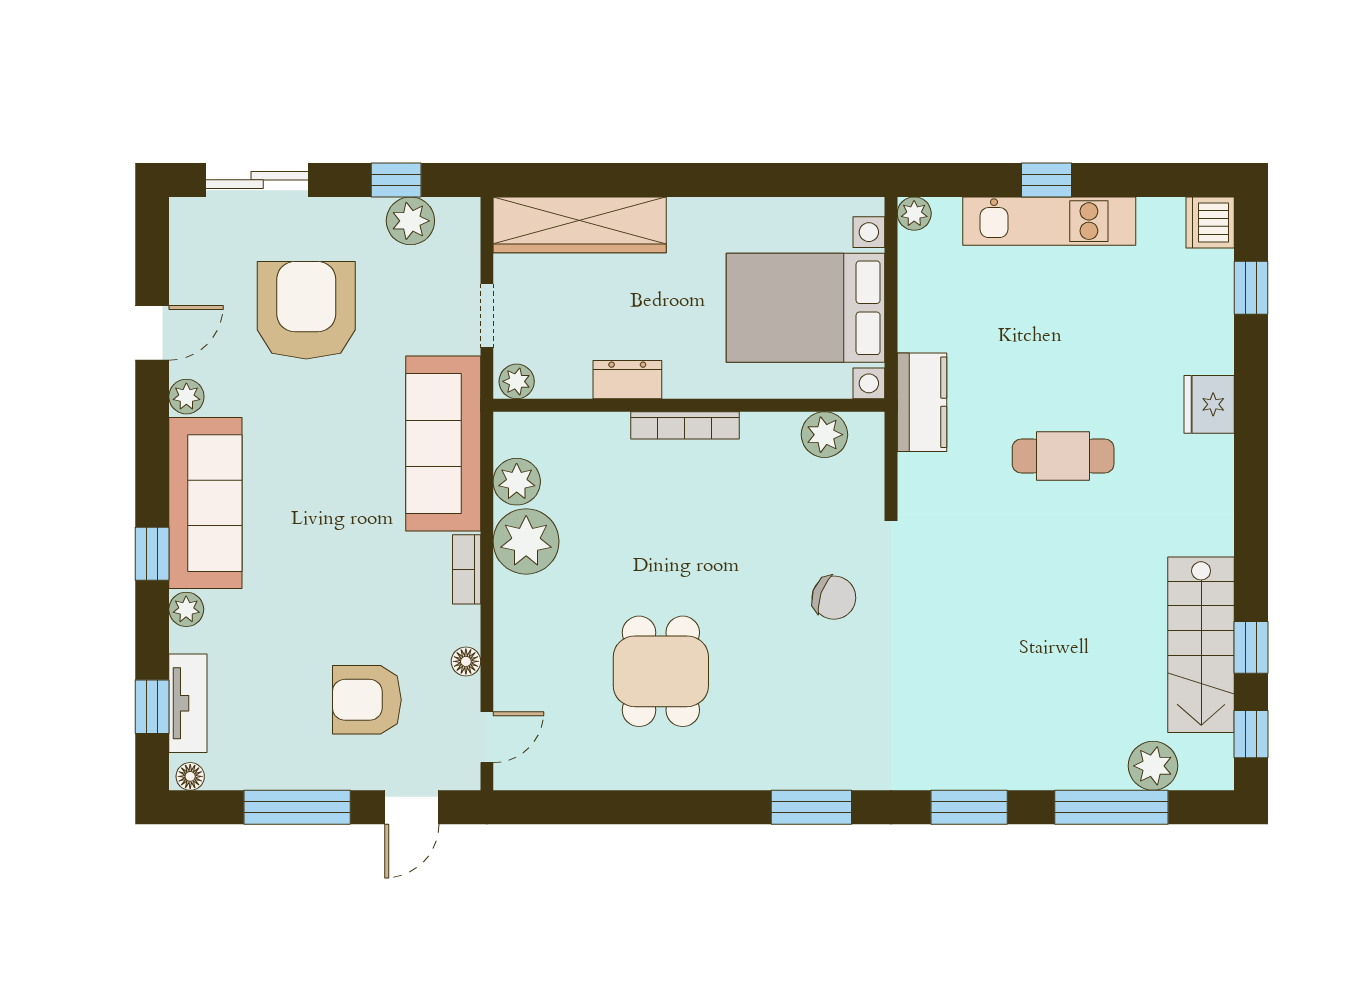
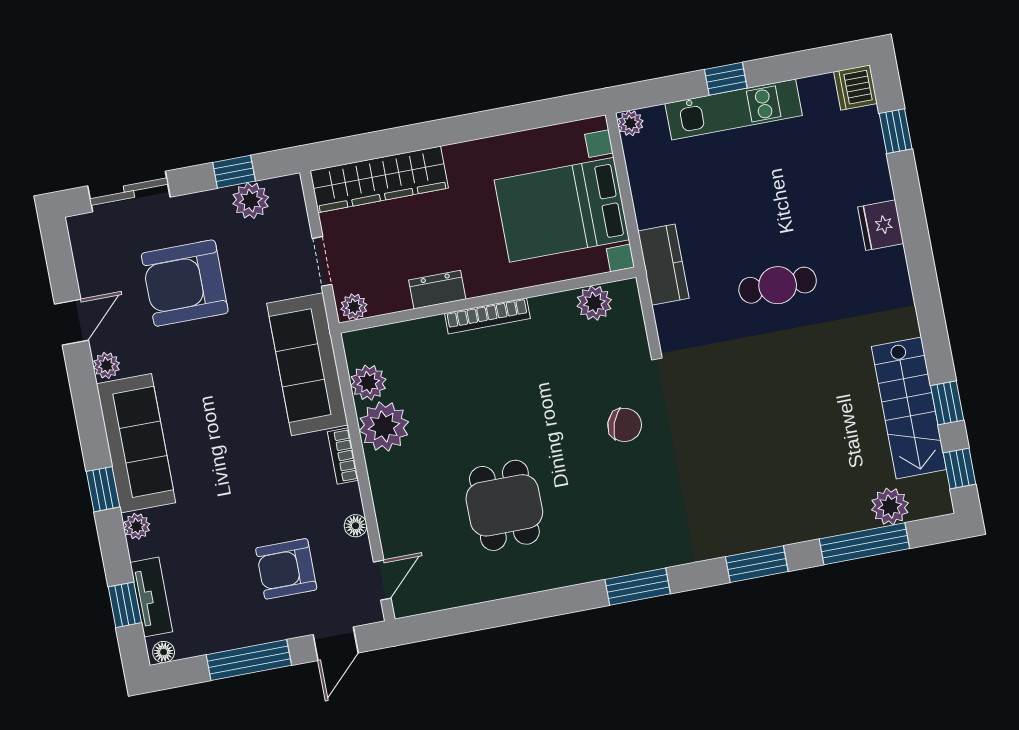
armchair: (306, 310) -> (185, 283), turned -90

